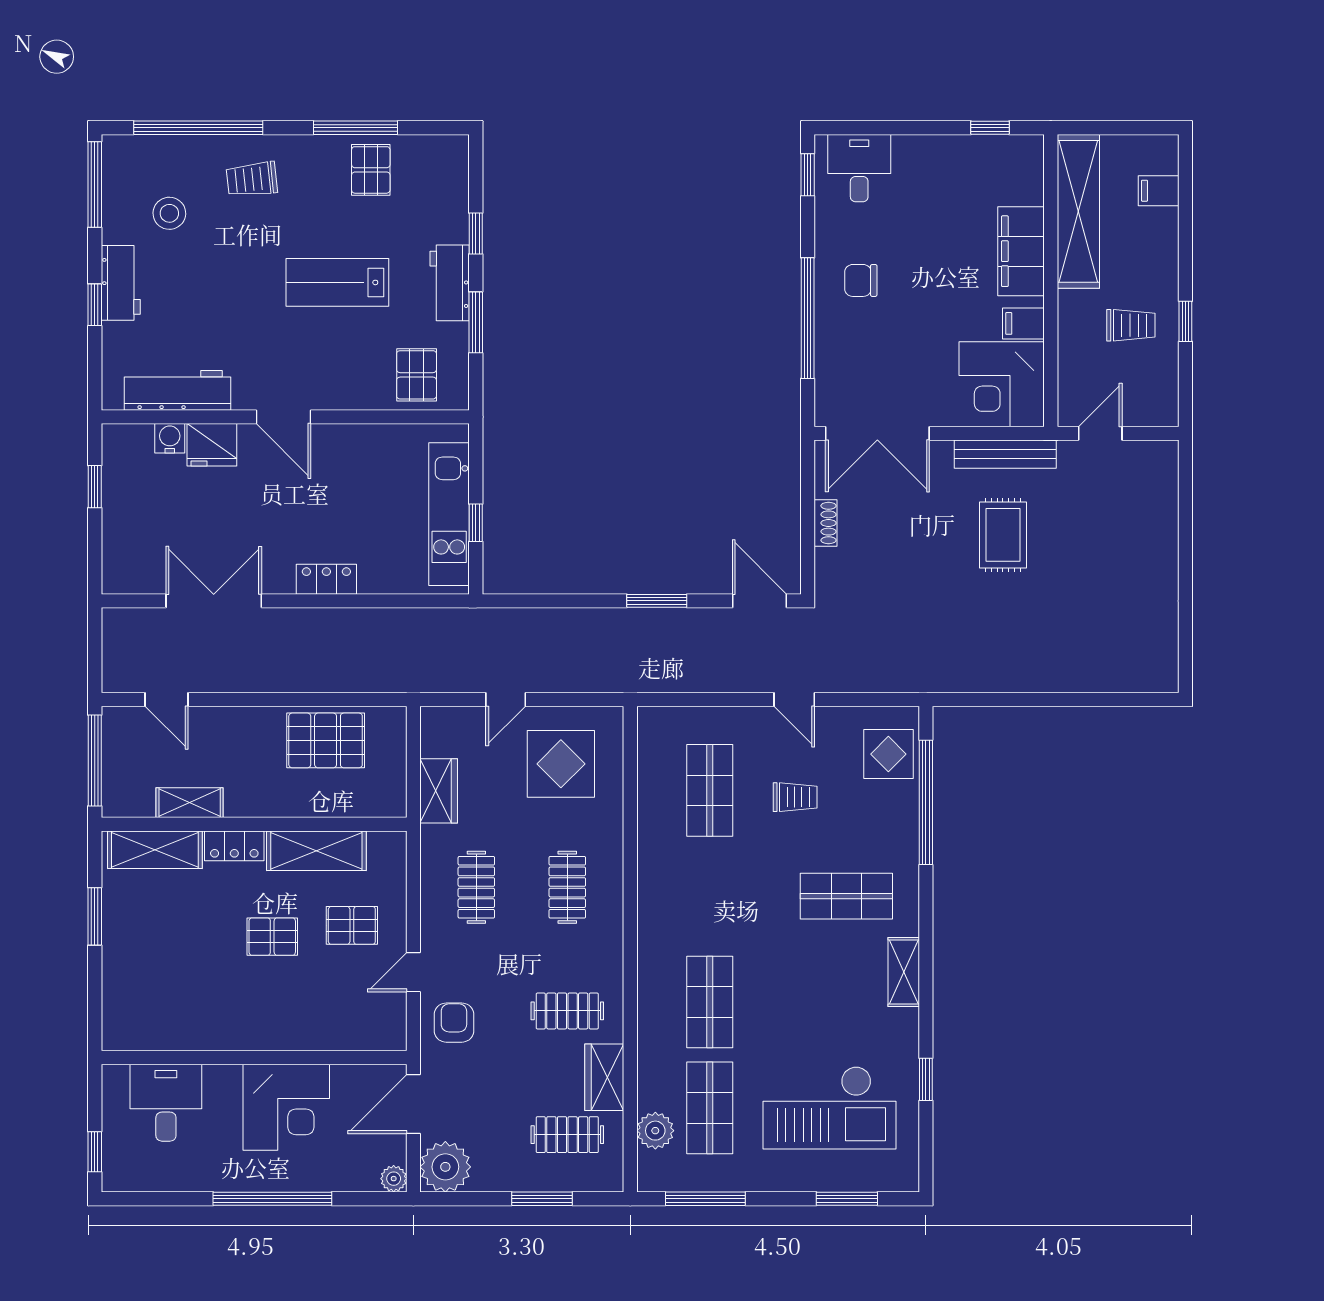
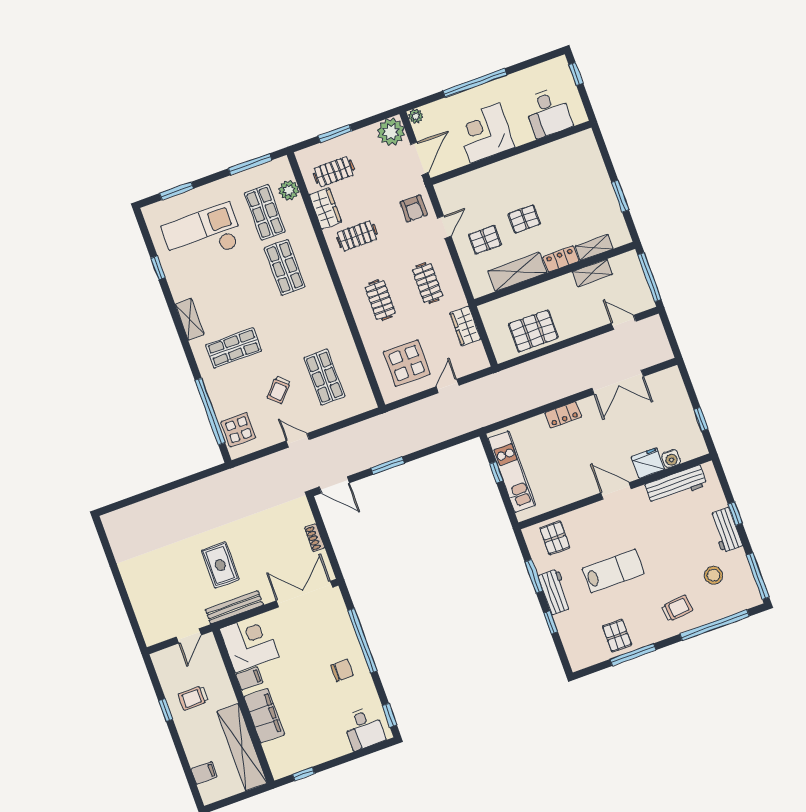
trolley: (795, 797) -> (279, 390), turned -46
shelving: (155, 850) -> (594, 247), width x0.67, depth x0.75

